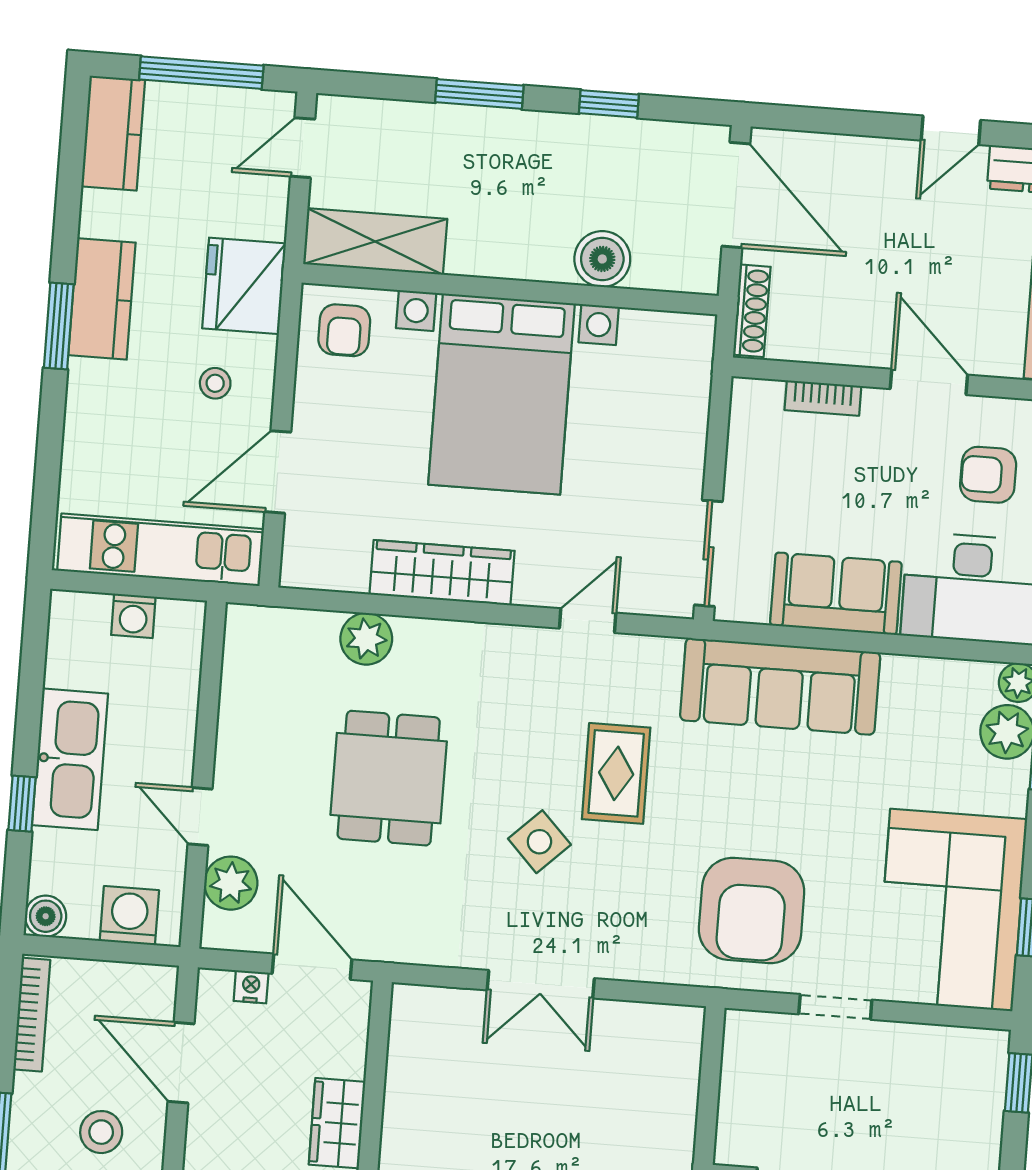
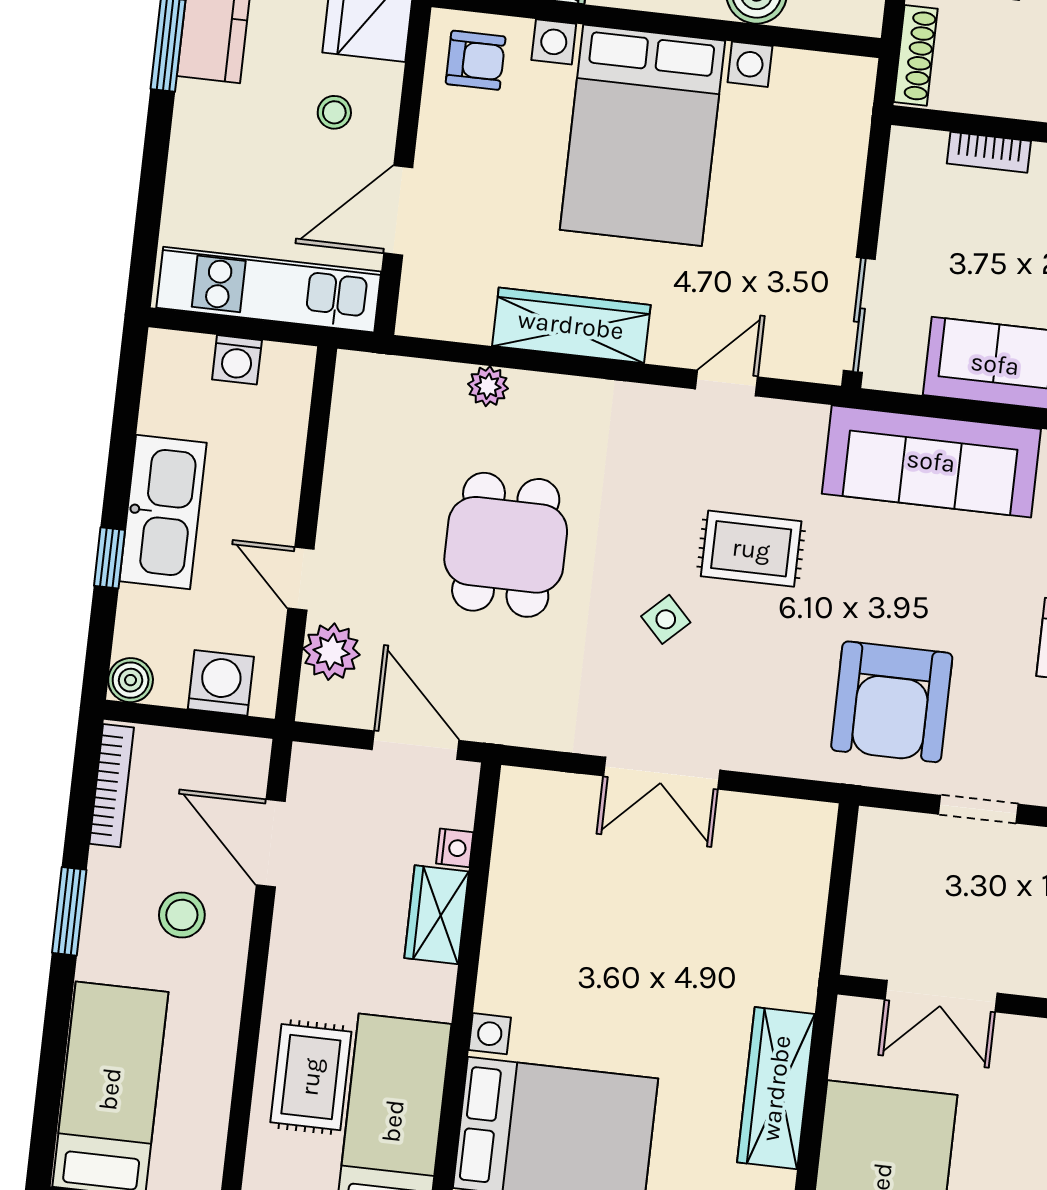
armchair: (344, 330) -> (476, 60), turned -90
plant: (366, 639) -> (488, 386), width x0.73, depth x0.73
rug: (616, 773) -> (751, 549), turned 90
side table: (539, 842) -> (666, 619), width x0.73, depth x0.73
nightstand: (251, 987) -> (455, 848), moved, turned 90

